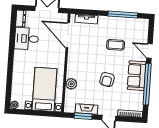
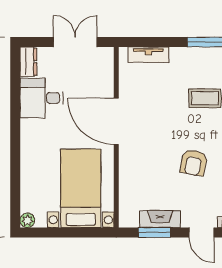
door: (68, 35) -> (116, 121), moved
plant: (71, 84) -> (129, 175), removed

